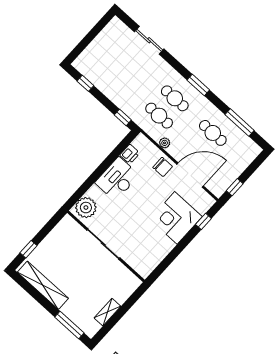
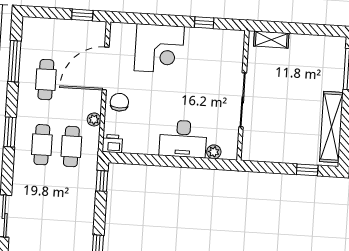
printer: (130, 154) -> (112, 144), moved
door: (190, 175) -> (106, 69), hinge flipped
desk: (117, 179) -> (183, 139), moved
plant: (86, 208) -> (214, 152), width x0.53, depth x0.53
window: (203, 221) -> (204, 23), moved
shelving: (107, 312) -> (271, 40), moved

